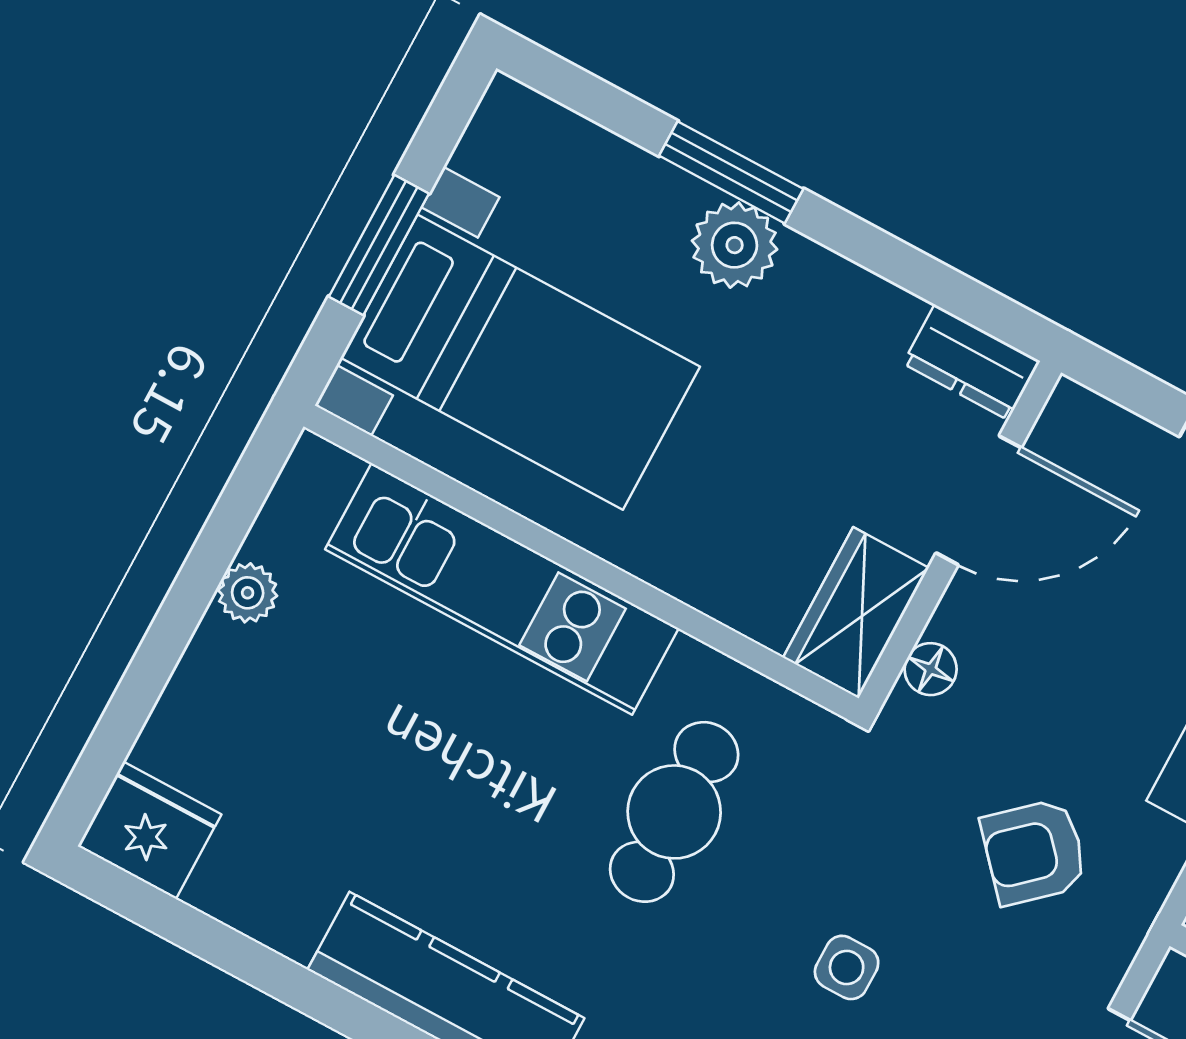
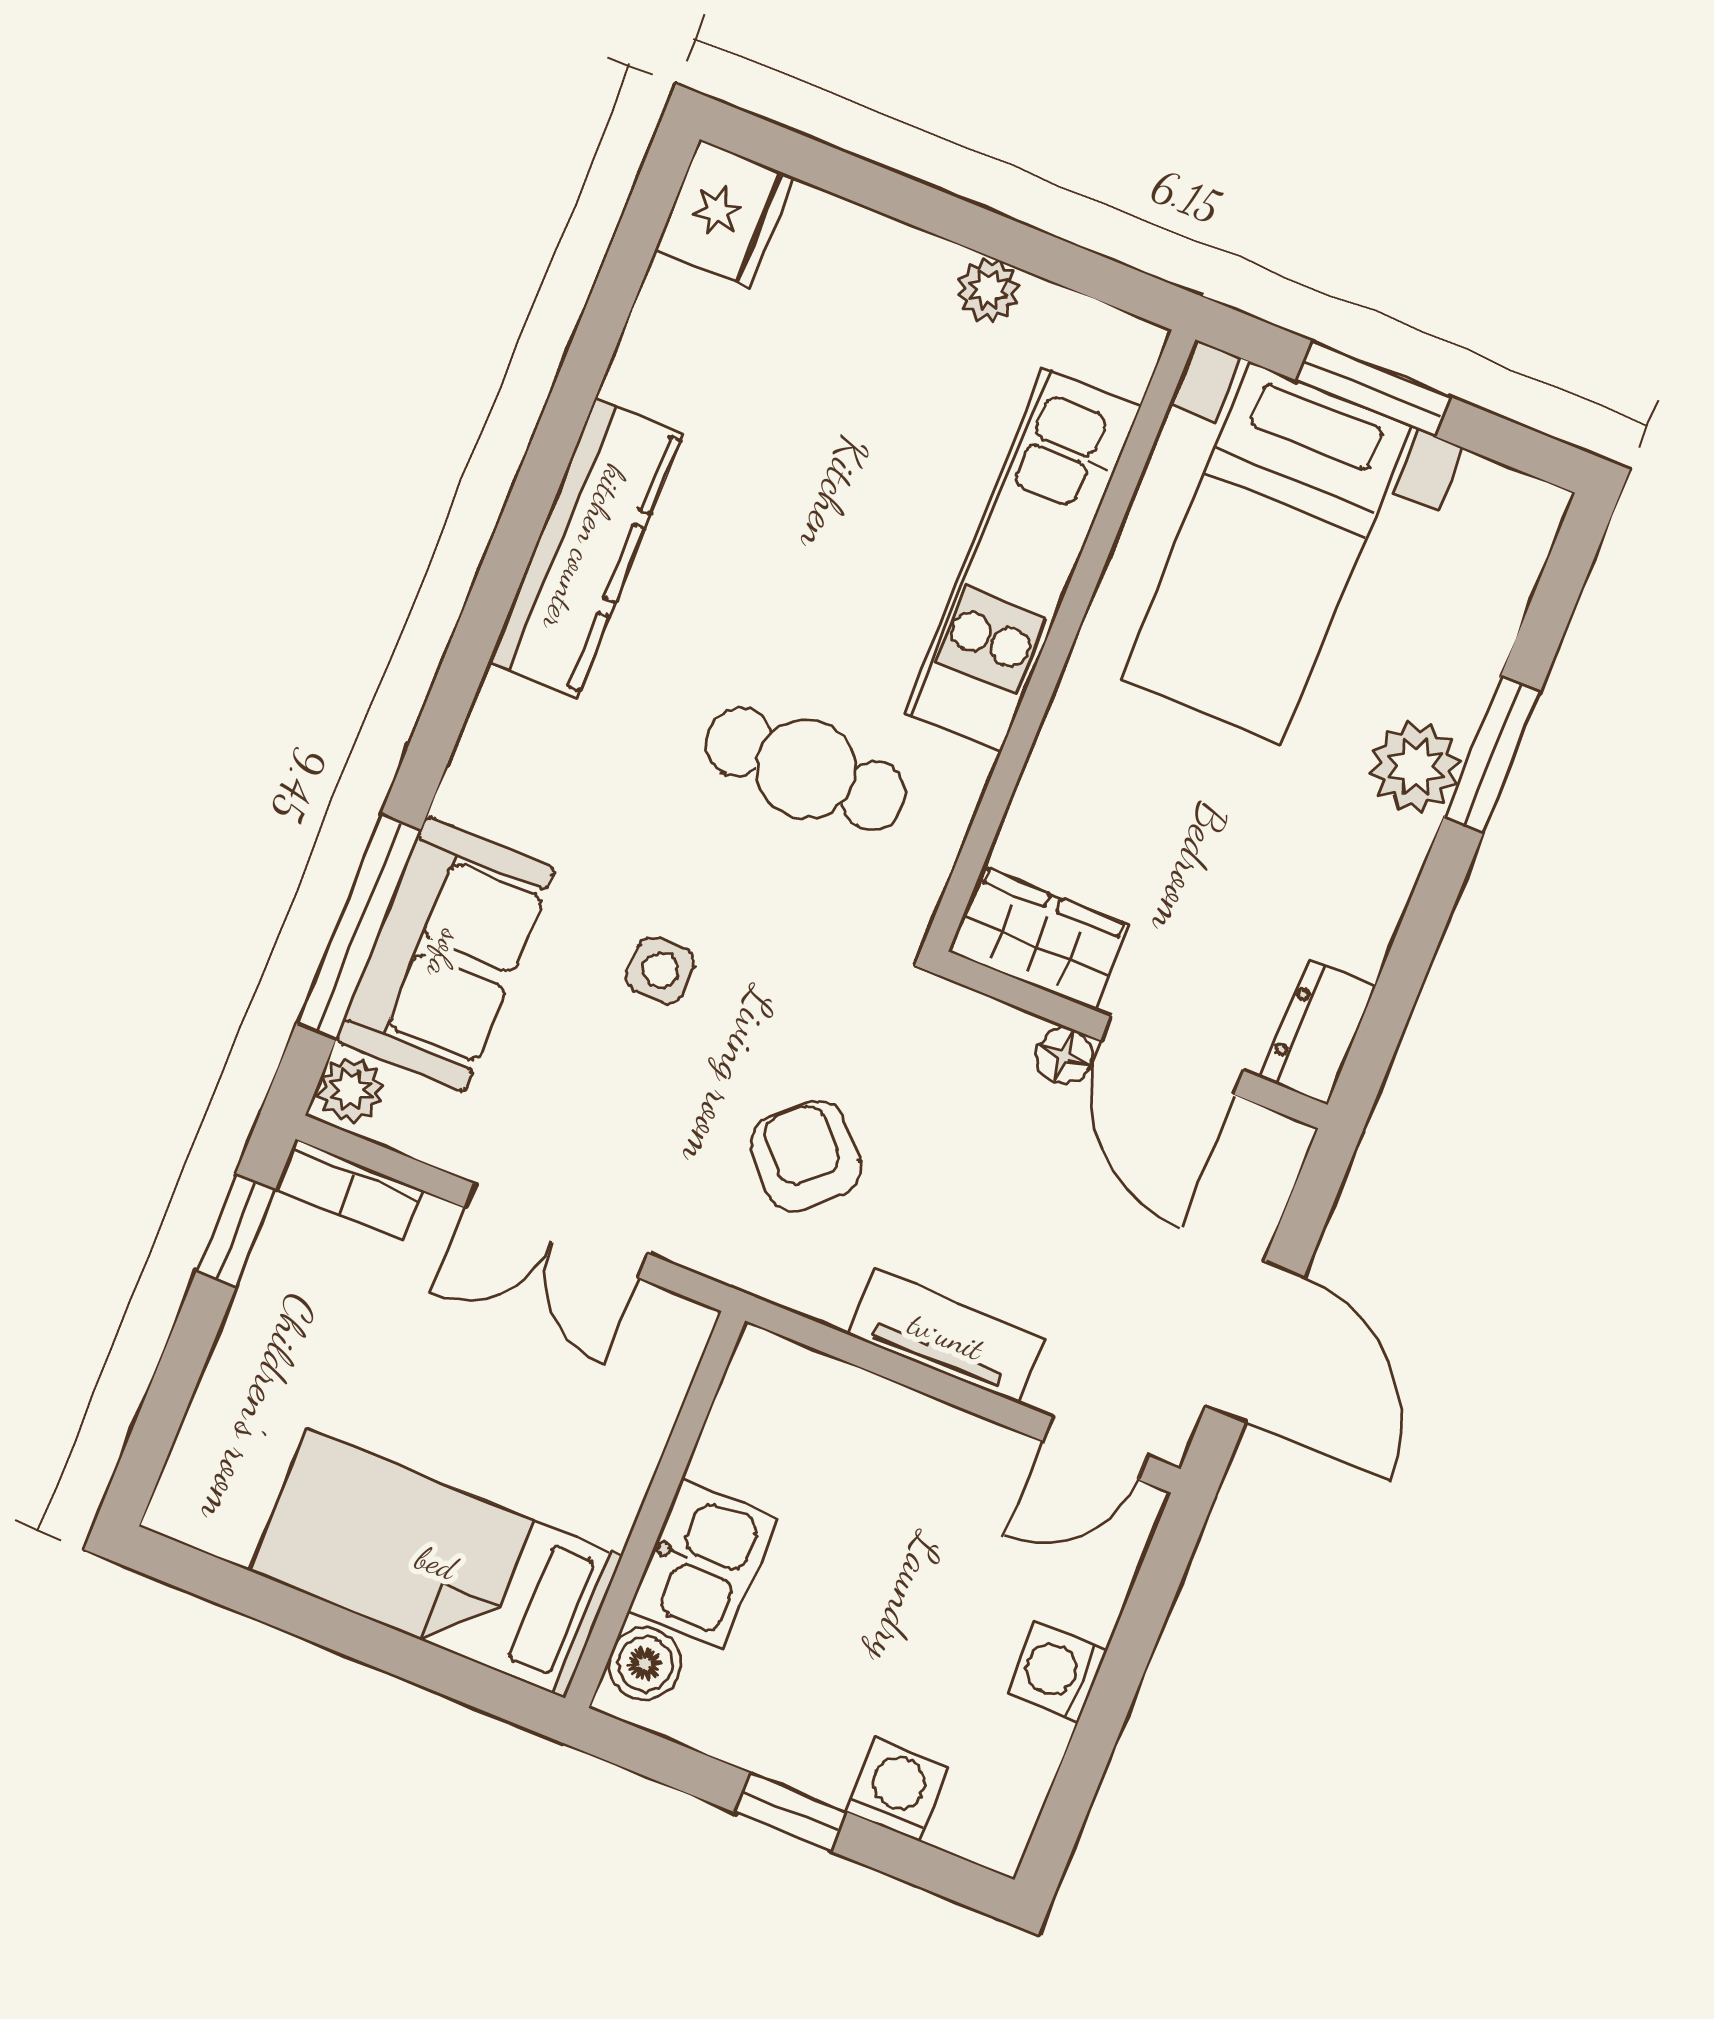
floor lamp: (931, 669) -> (1064, 1056), moved

